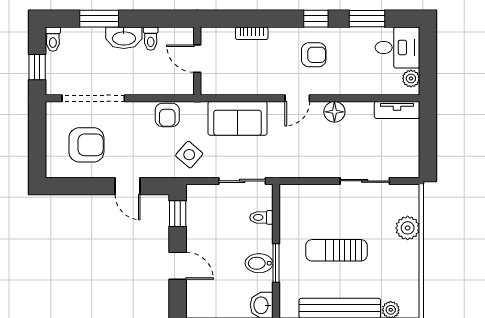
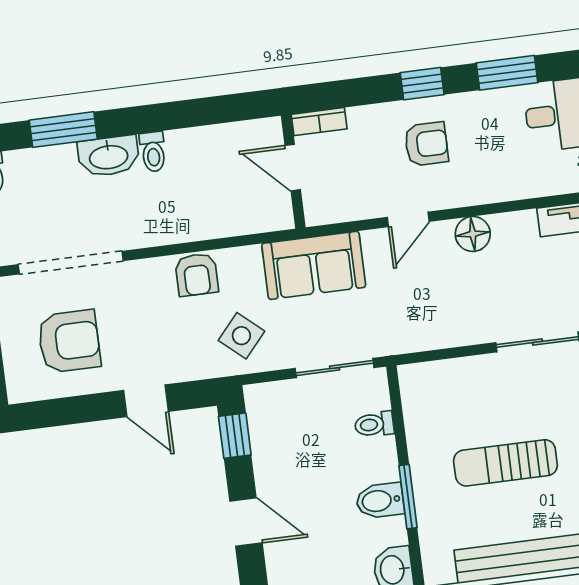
door: (197, 59) -> (293, 168), moved
wall: (197, 61) -> (293, 171), moved

